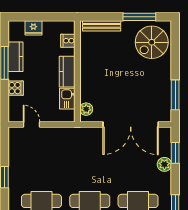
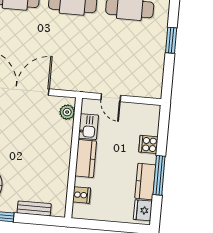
bench: (102, 26) -> (34, 208), width x0.73
fridge: (33, 28) -> (143, 210), moved, turned -90
door: (31, 125) -> (111, 98), moved

